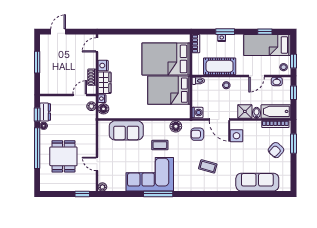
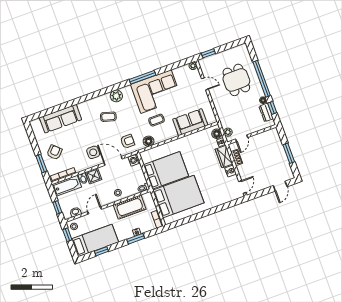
plant: (192, 185) -> (116, 96), added

